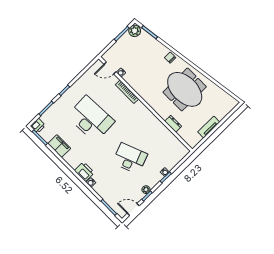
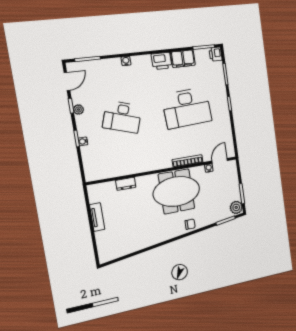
meeting table: (185, 89) -> (176, 191), moved
desk: (130, 158) -> (122, 117), turned 39
printer: (84, 172) -> (162, 61), moved

